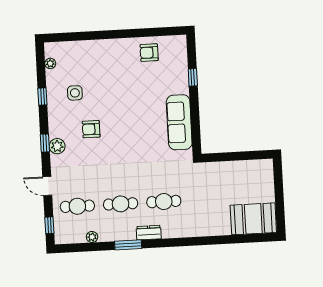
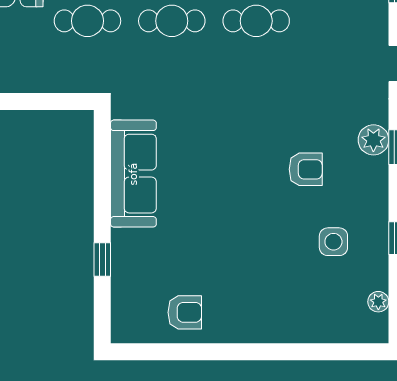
cafe table: (77, 206) -> (87, 21), moved

